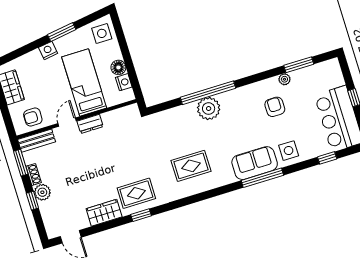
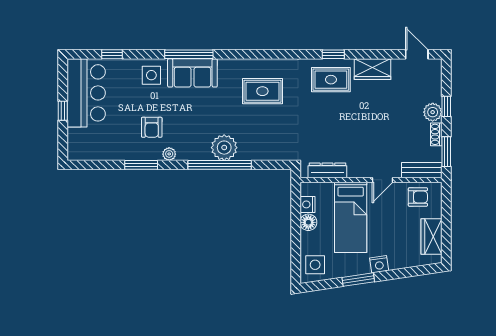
window: (299, 65) -> (141, 165), moved
plant: (284, 79) -> (169, 154), moved
dresser: (90, 124) -> (327, 170), moved, width x1.44

